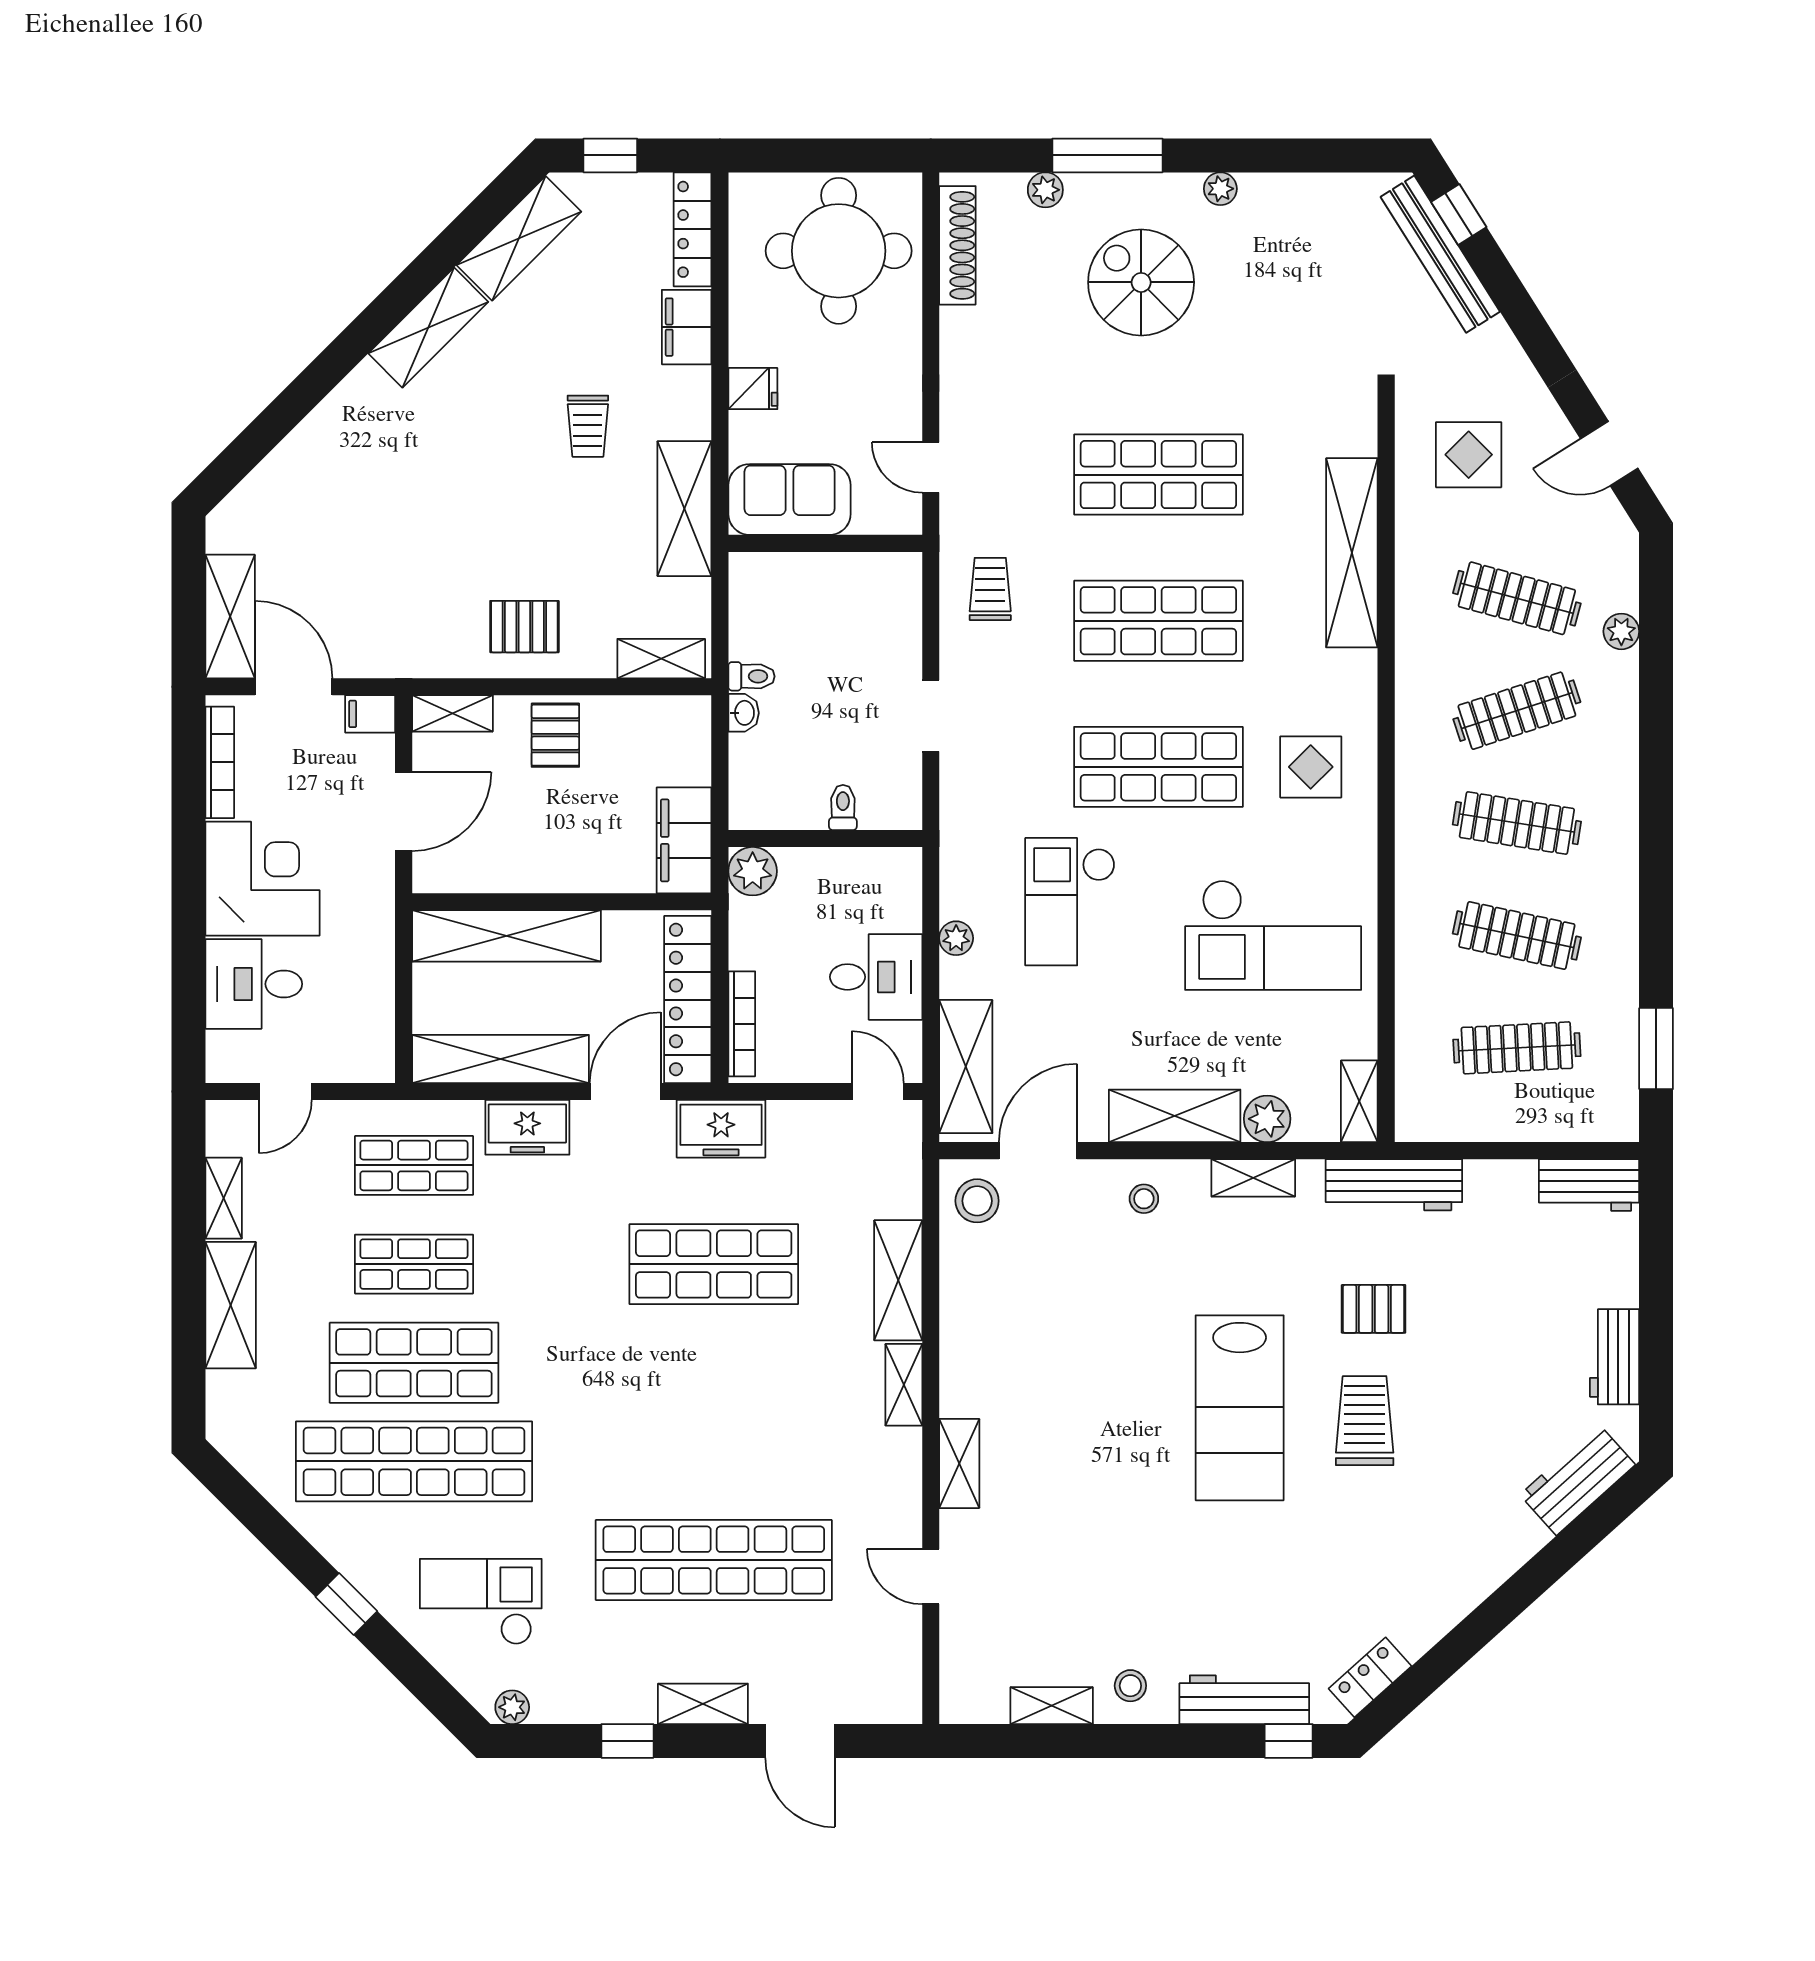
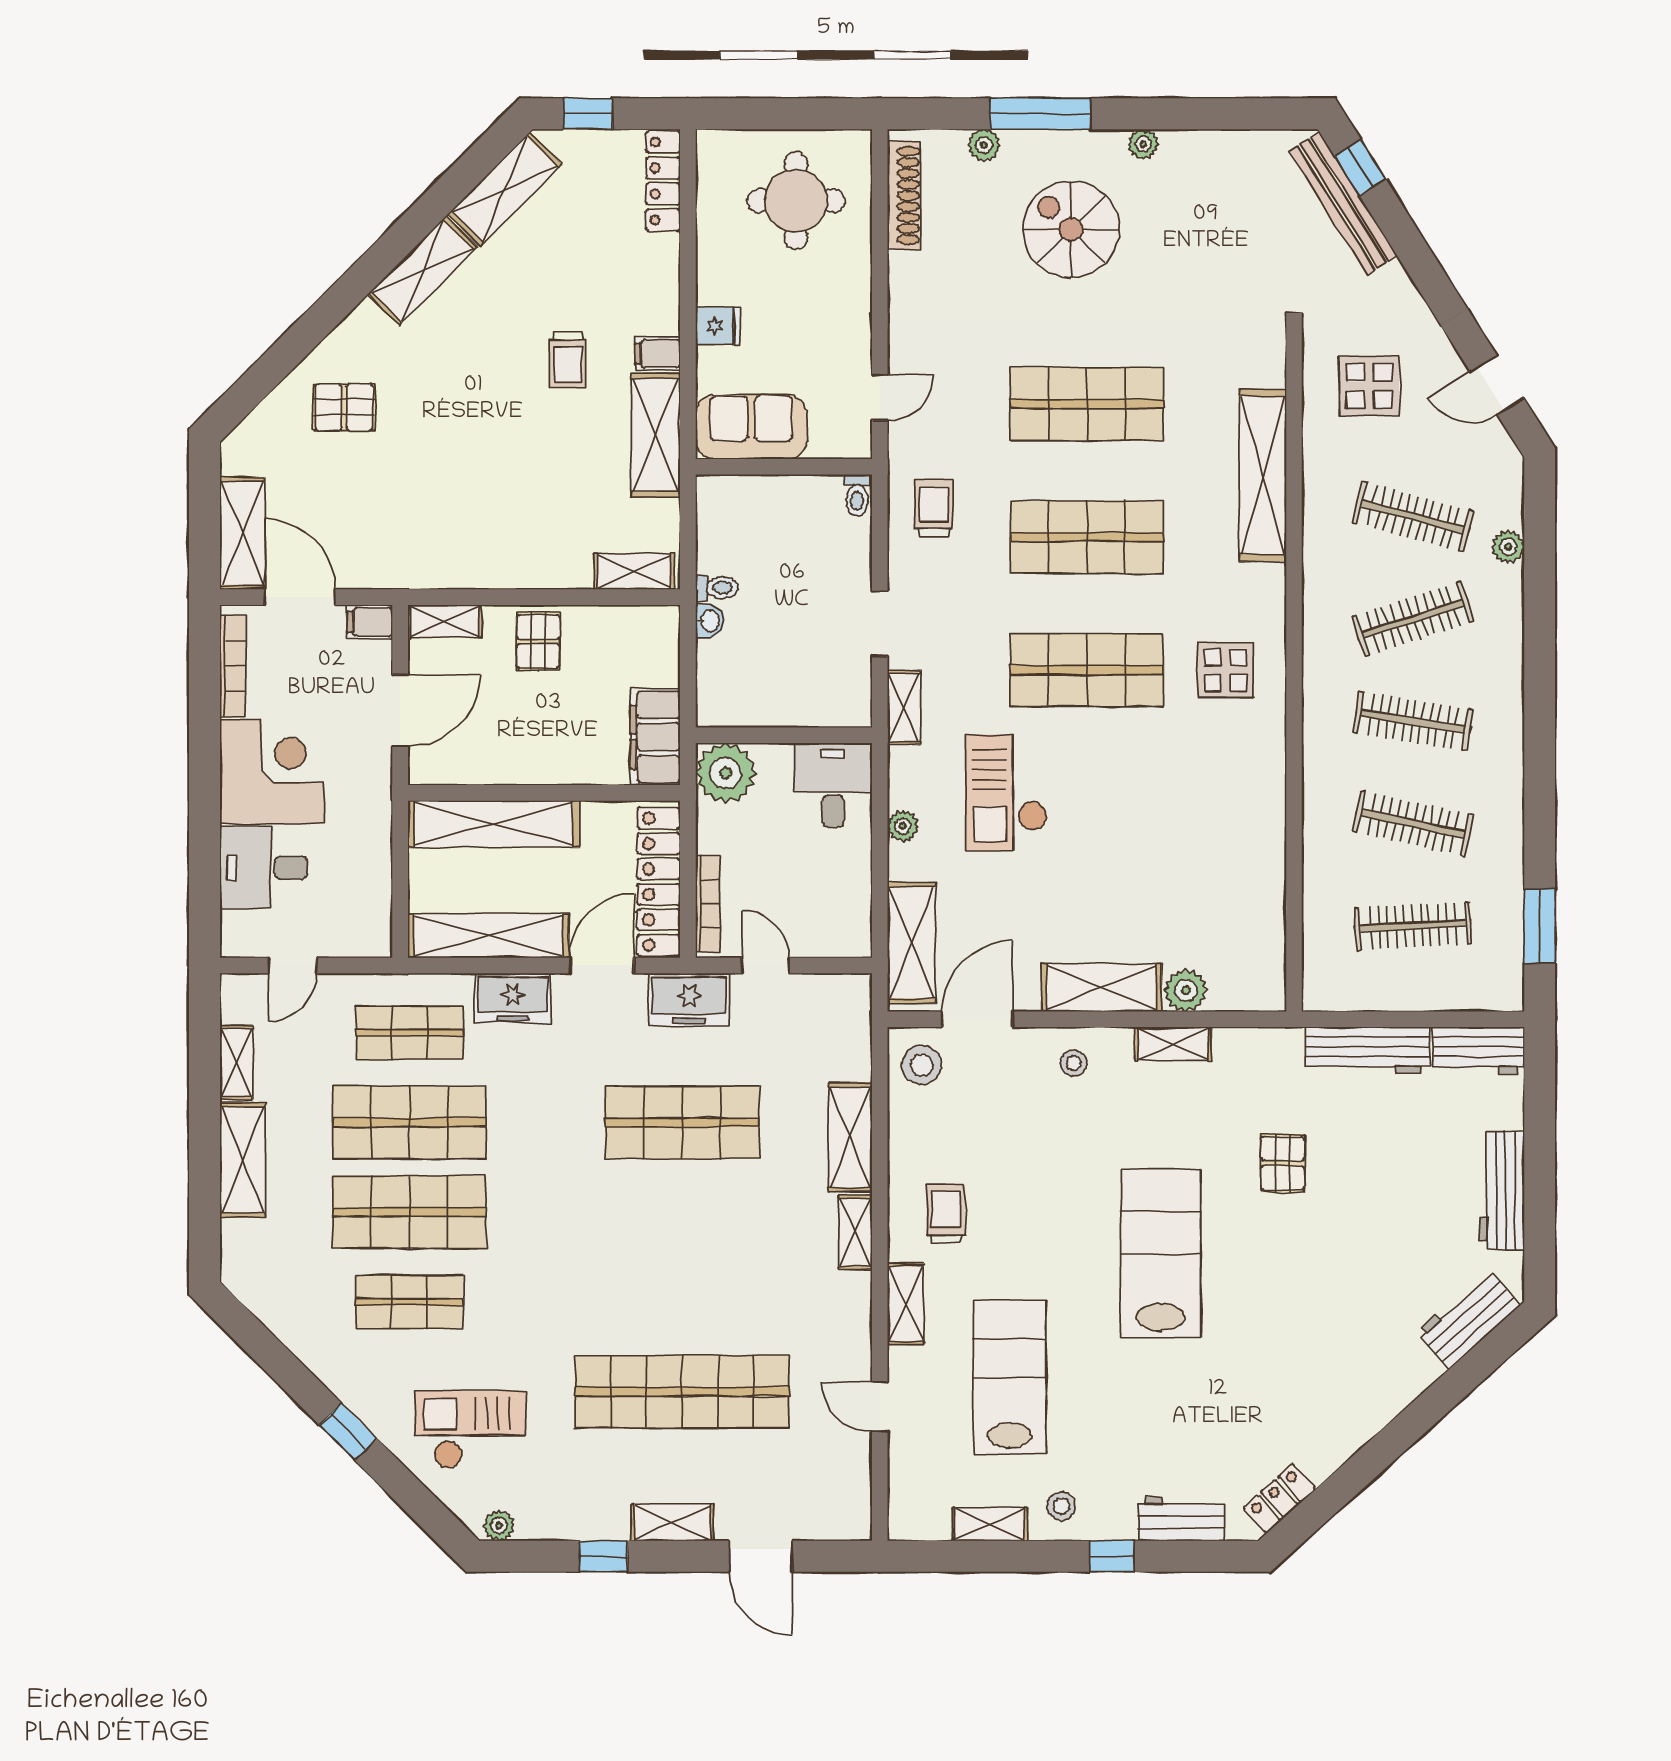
round table: (839, 251) -> (796, 201), width x0.73, depth x0.73
filing cabinet: (687, 327) -> (658, 354), moved, width x0.50
door: (931, 467) -> (880, 398), swing flipped
pallet: (524, 627) -> (344, 407), moved
toilet: (843, 807) -> (857, 495), moved, turned 180
plant: (753, 871) -> (726, 773), width x1.36, depth x1.36
checkout: (1273, 935) -> (1191, 823), removed
desk: (876, 977) -> (833, 785), moved, turned -90
door: (878, 1092) -> (765, 965), moved
shelving: (1359, 1101) -> (904, 708), moved
workbench: (1394, 1185) -> (1368, 1050), moved
shop shelf: (414, 1264) -> (410, 1122), width x1.43, depth x1.36
pallet: (1374, 1309) -> (1283, 1163), turned 90
workbench: (1615, 1357) -> (1502, 1191), width x1.38
lab bench: (1240, 1408) -> (1161, 1253), turned 180
trolley: (1365, 1421) -> (946, 1214), moved, width x0.73, depth x0.72
shop shelf: (414, 1461) -> (410, 1302), width x0.50, depth x0.74
lab bench: (1074, 1544) -> (1010, 1377), added
workbench: (1244, 1700) -> (1181, 1519), width x0.73
window: (1289, 1741) -> (1112, 1556), moved

